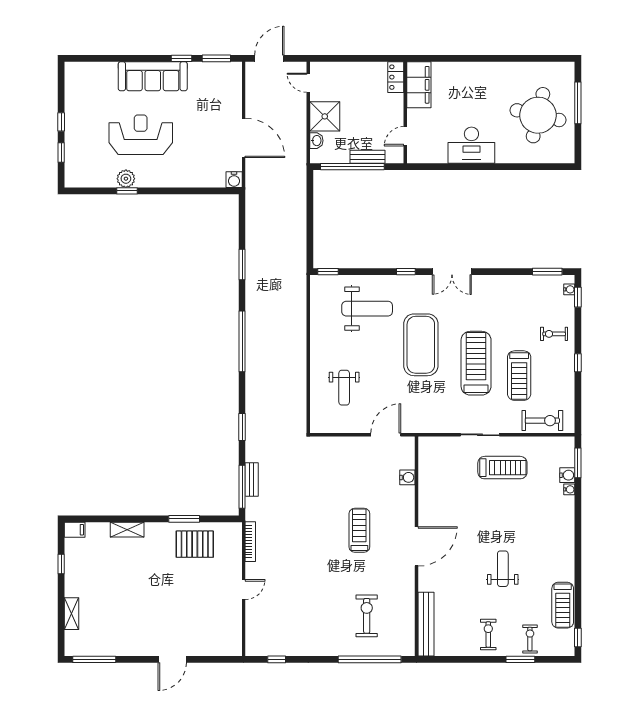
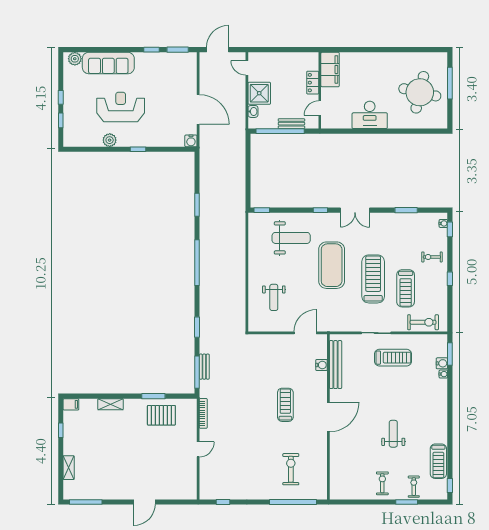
plant: (80, 71) -> (75, 59), added
sofa: (153, 76) -> (108, 63), moved
locker: (396, 77) -> (313, 83), moved
window: (127, 191) -> (138, 149), moved
window: (547, 272) -> (406, 210), moved
bench: (426, 624) -> (336, 365), moved

